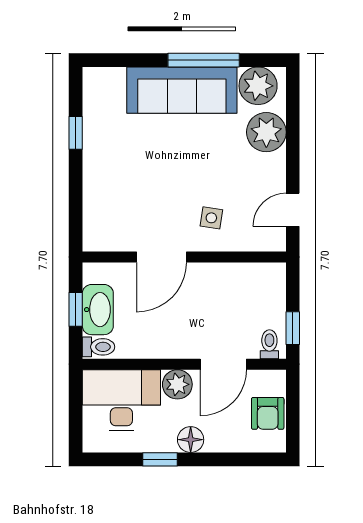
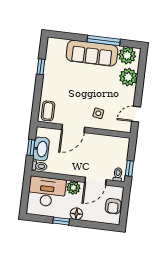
coffee table: (103, 226) -> (48, 111), added

